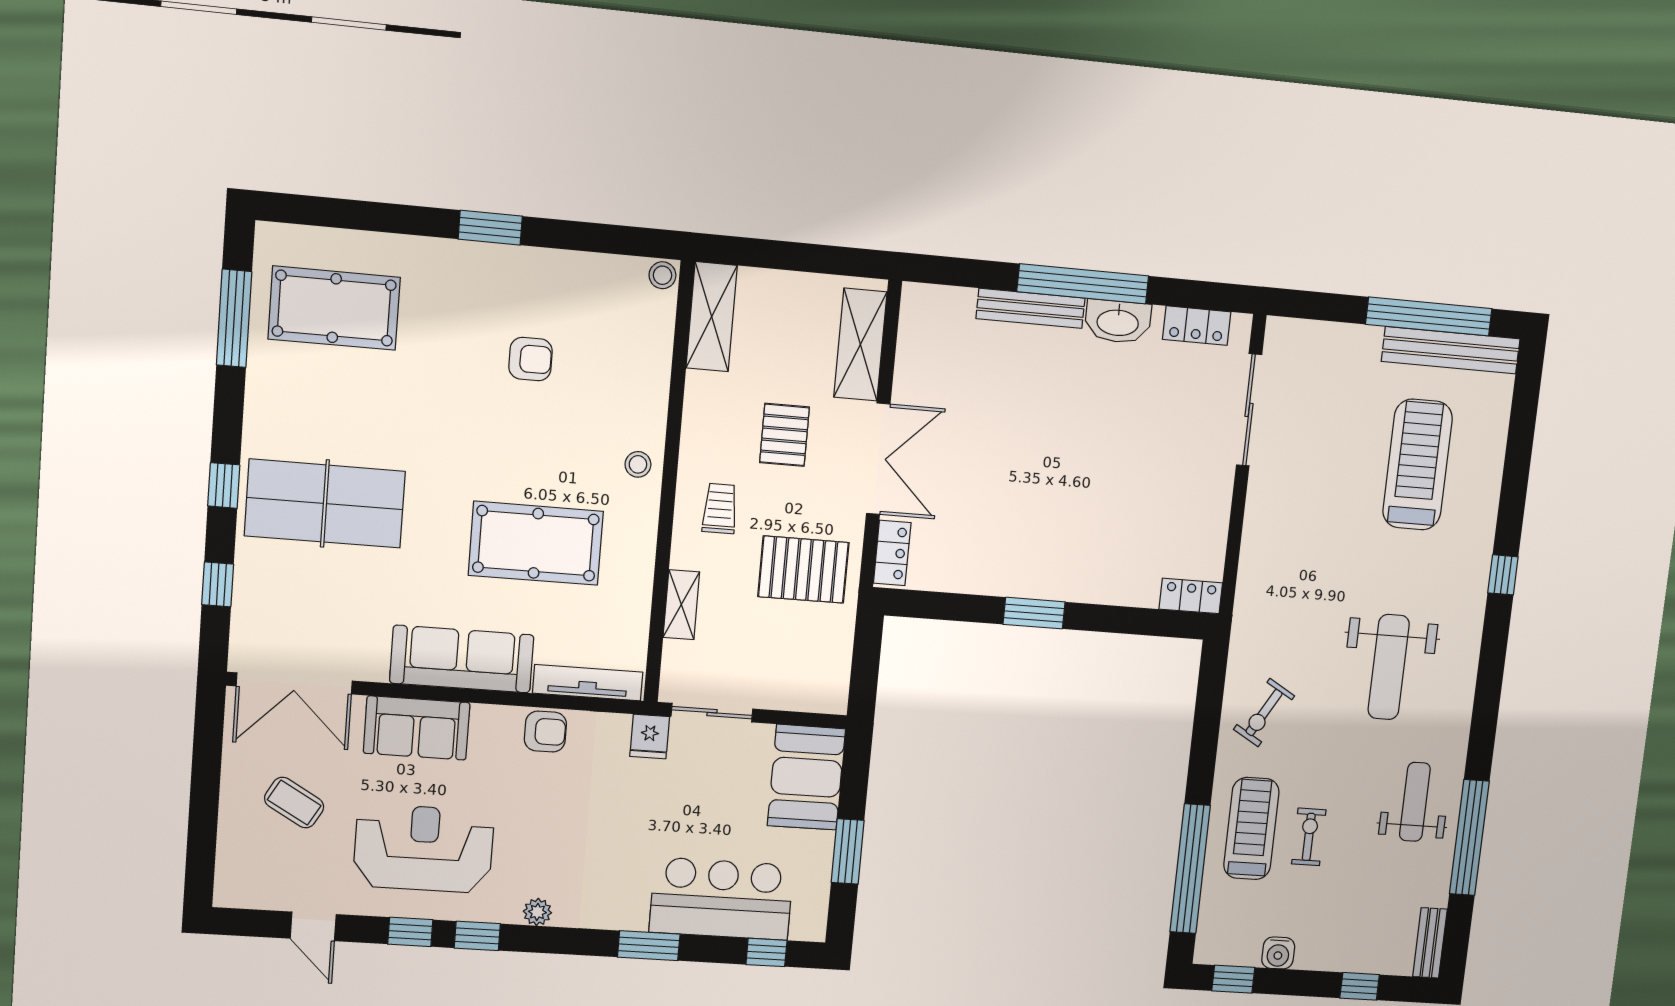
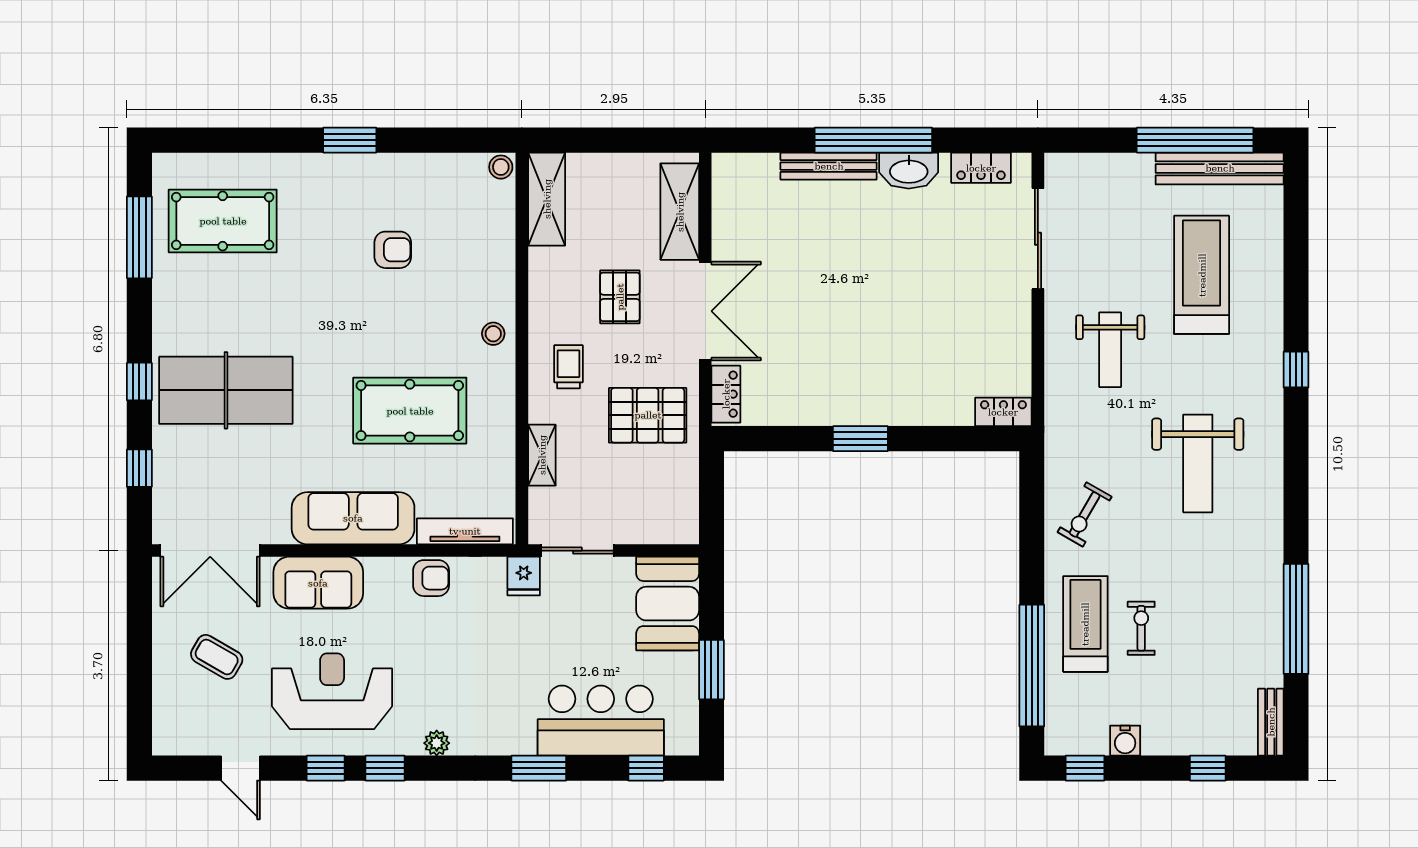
weight bench: (1415, 802) -> (1110, 350), moved, turned 180

